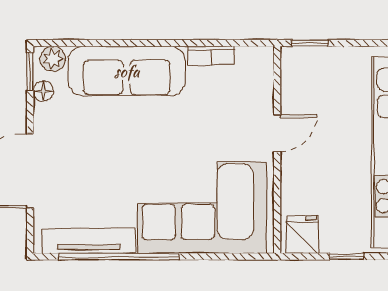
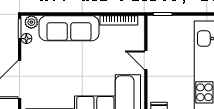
bookcase: (211, 55) -> (119, 20), width x1.56
door: (277, 133) -> (146, 60), swing flipped

